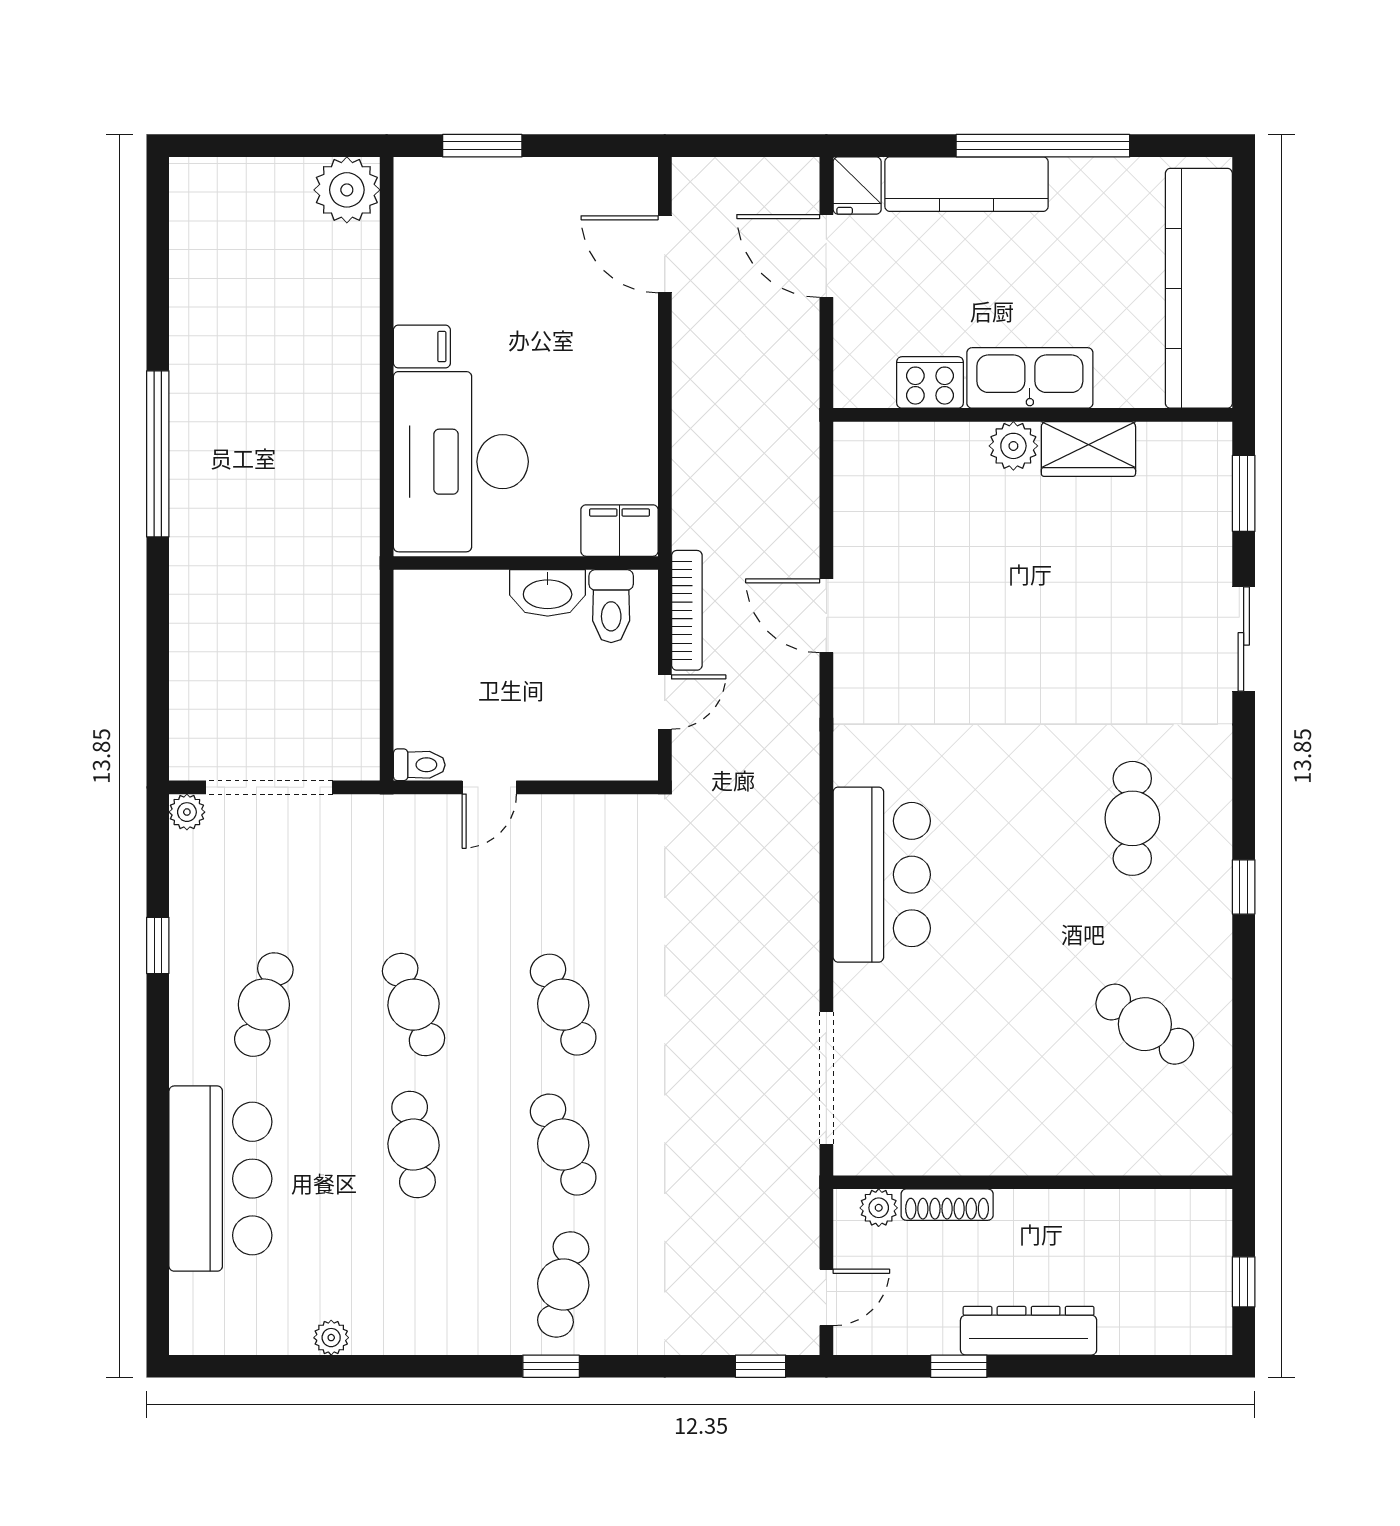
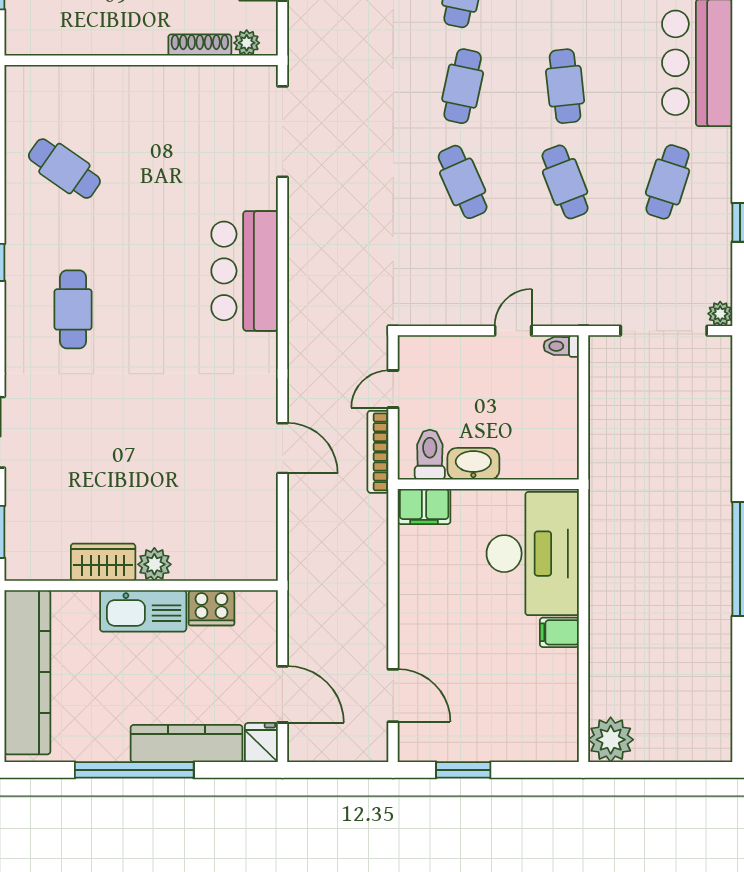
window: (482, 146) -> (463, 770), moved
cafe table: (563, 1145) -> (463, 86), turned 36

